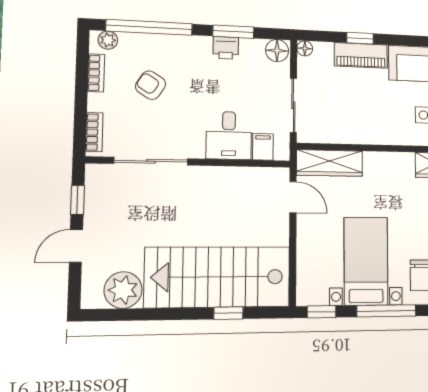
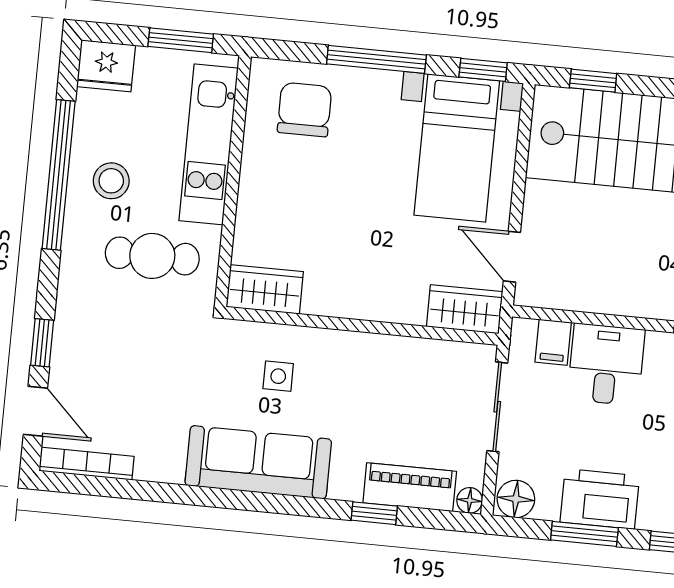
printer: (226, 48) -> (600, 499), width x1.87, depth x1.48
piano: (361, 55) -> (410, 487), moved
wardrobe: (330, 163) -> (465, 309), width x0.67
bed with nightstands: (366, 261) -> (457, 148), moved
window: (228, 313) -> (593, 81), moved

